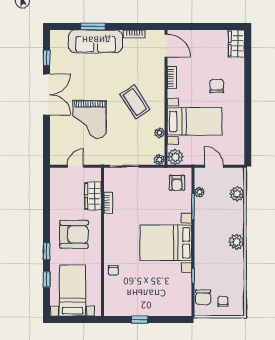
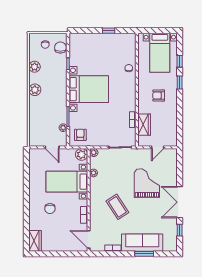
coffee table: (135, 102) -> (117, 207), moved
plant: (237, 194) -> (35, 67), moved
armchair: (74, 234) -> (159, 96), width x0.53, depth x0.53

